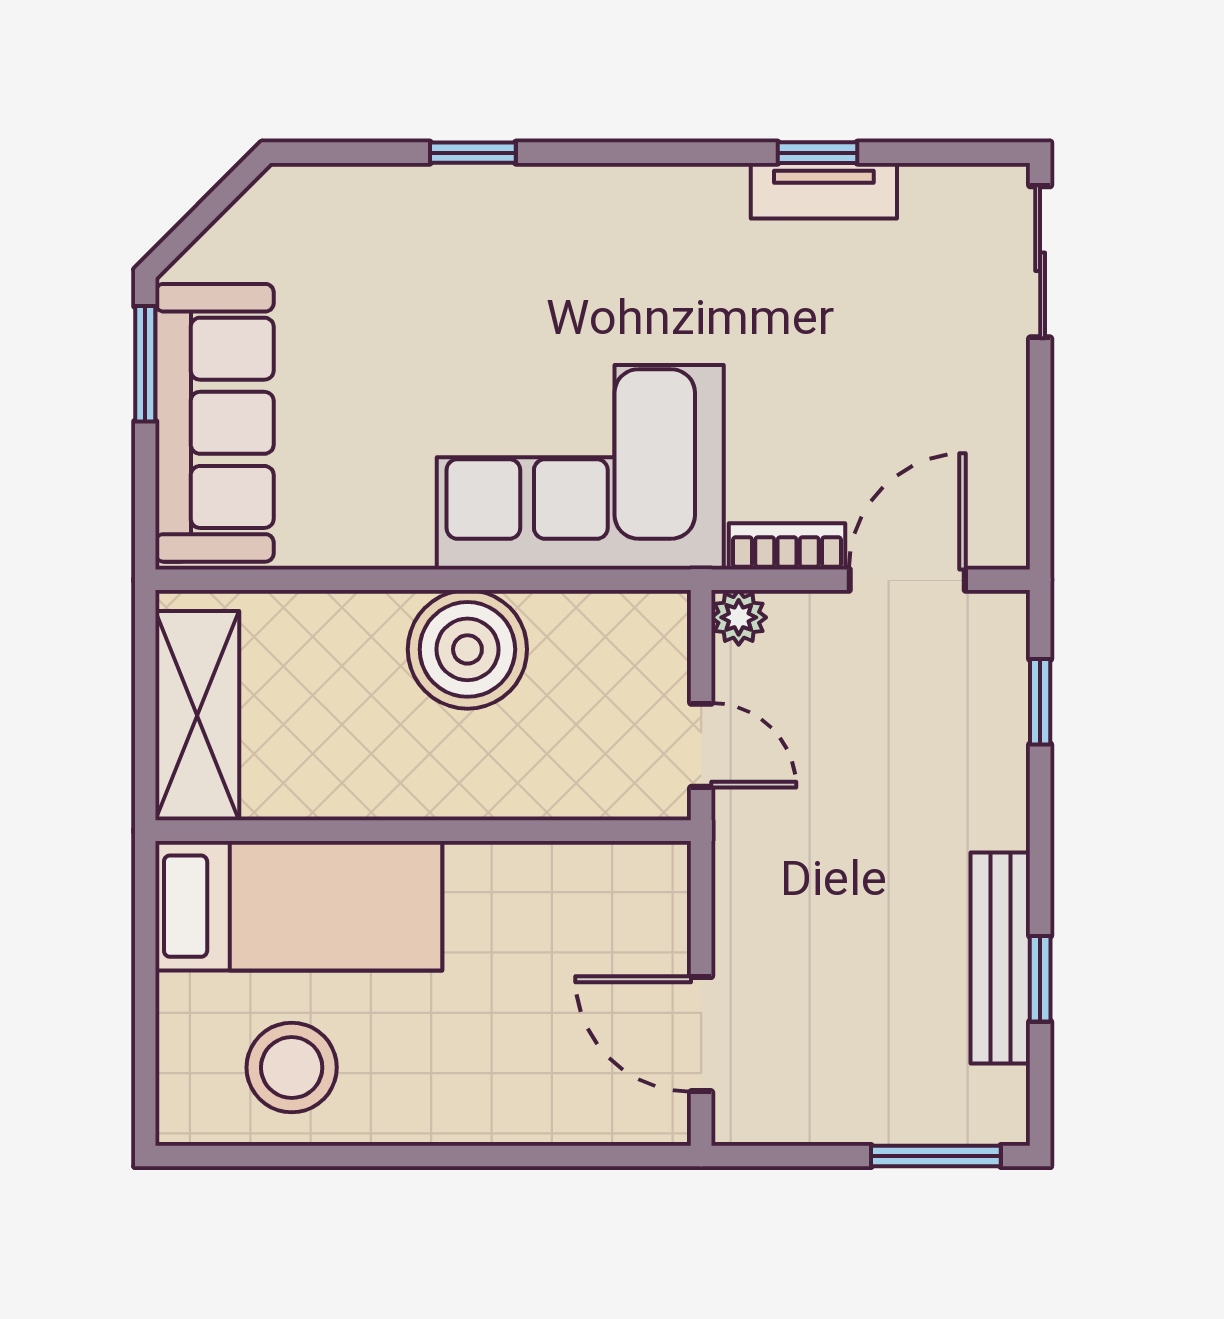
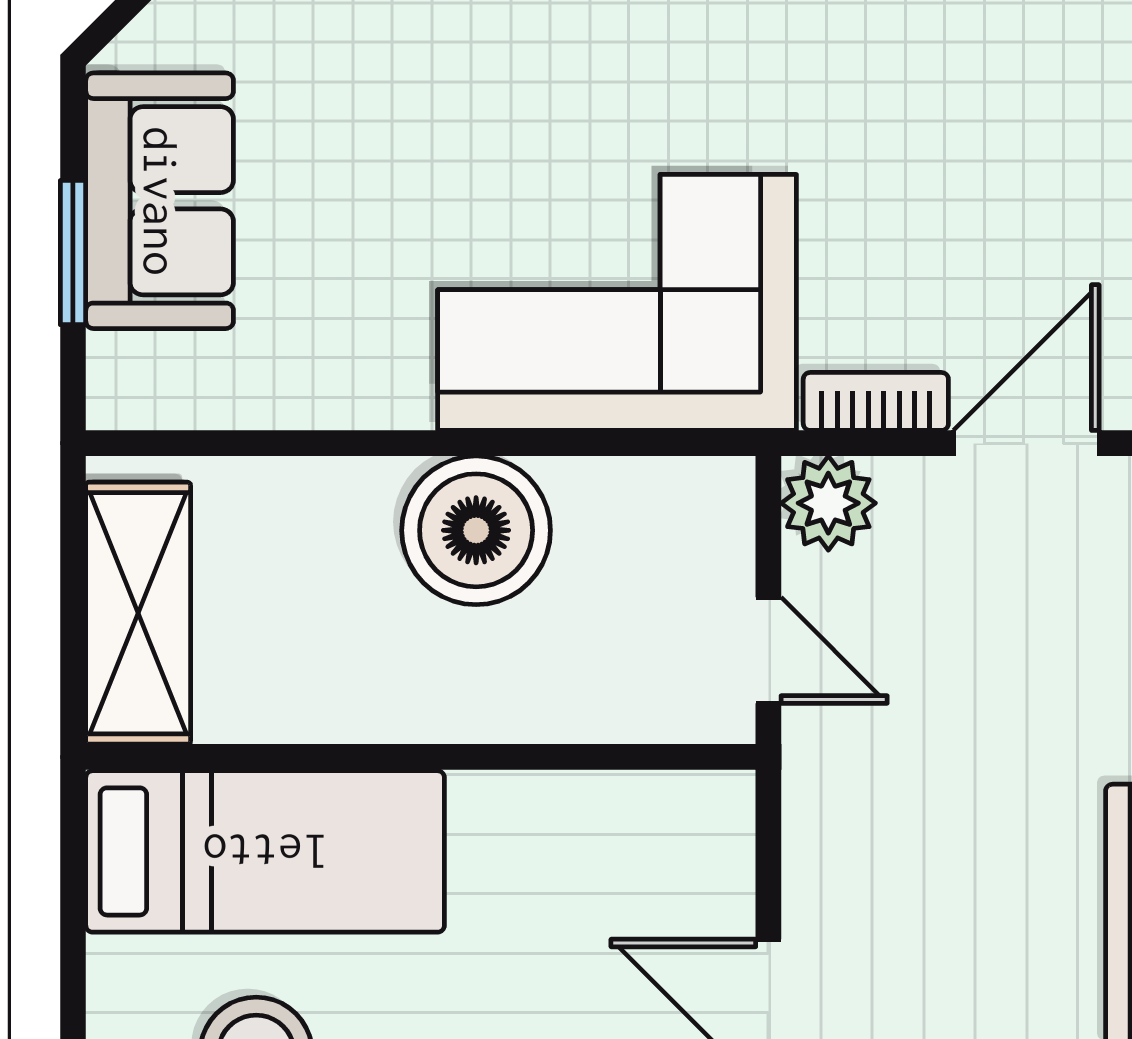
window: (145, 364) -> (73, 253), moved
sofa: (214, 423) -> (160, 201), width x0.73
plant: (739, 617) -> (828, 503), width x1.38, depth x1.38

